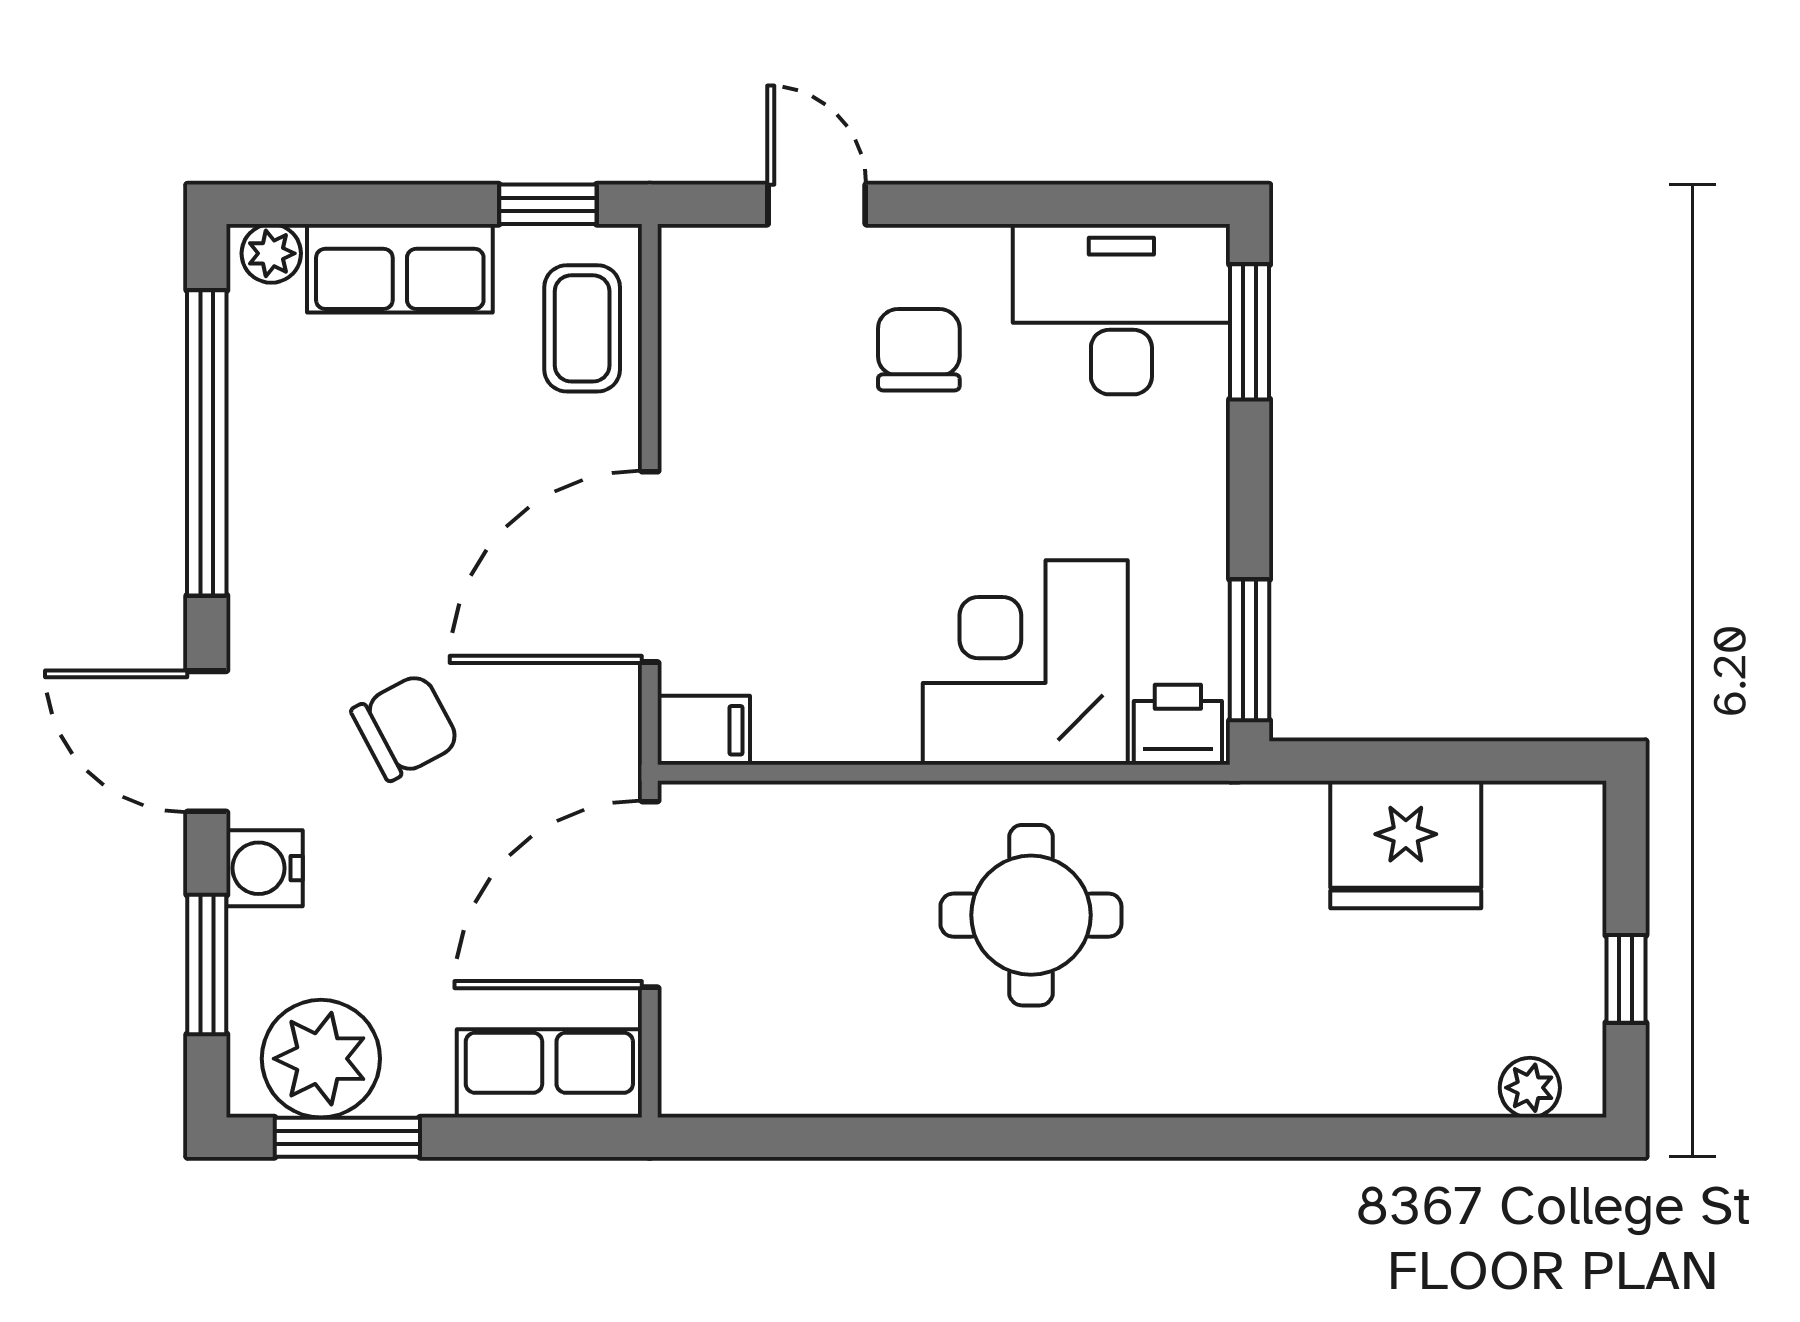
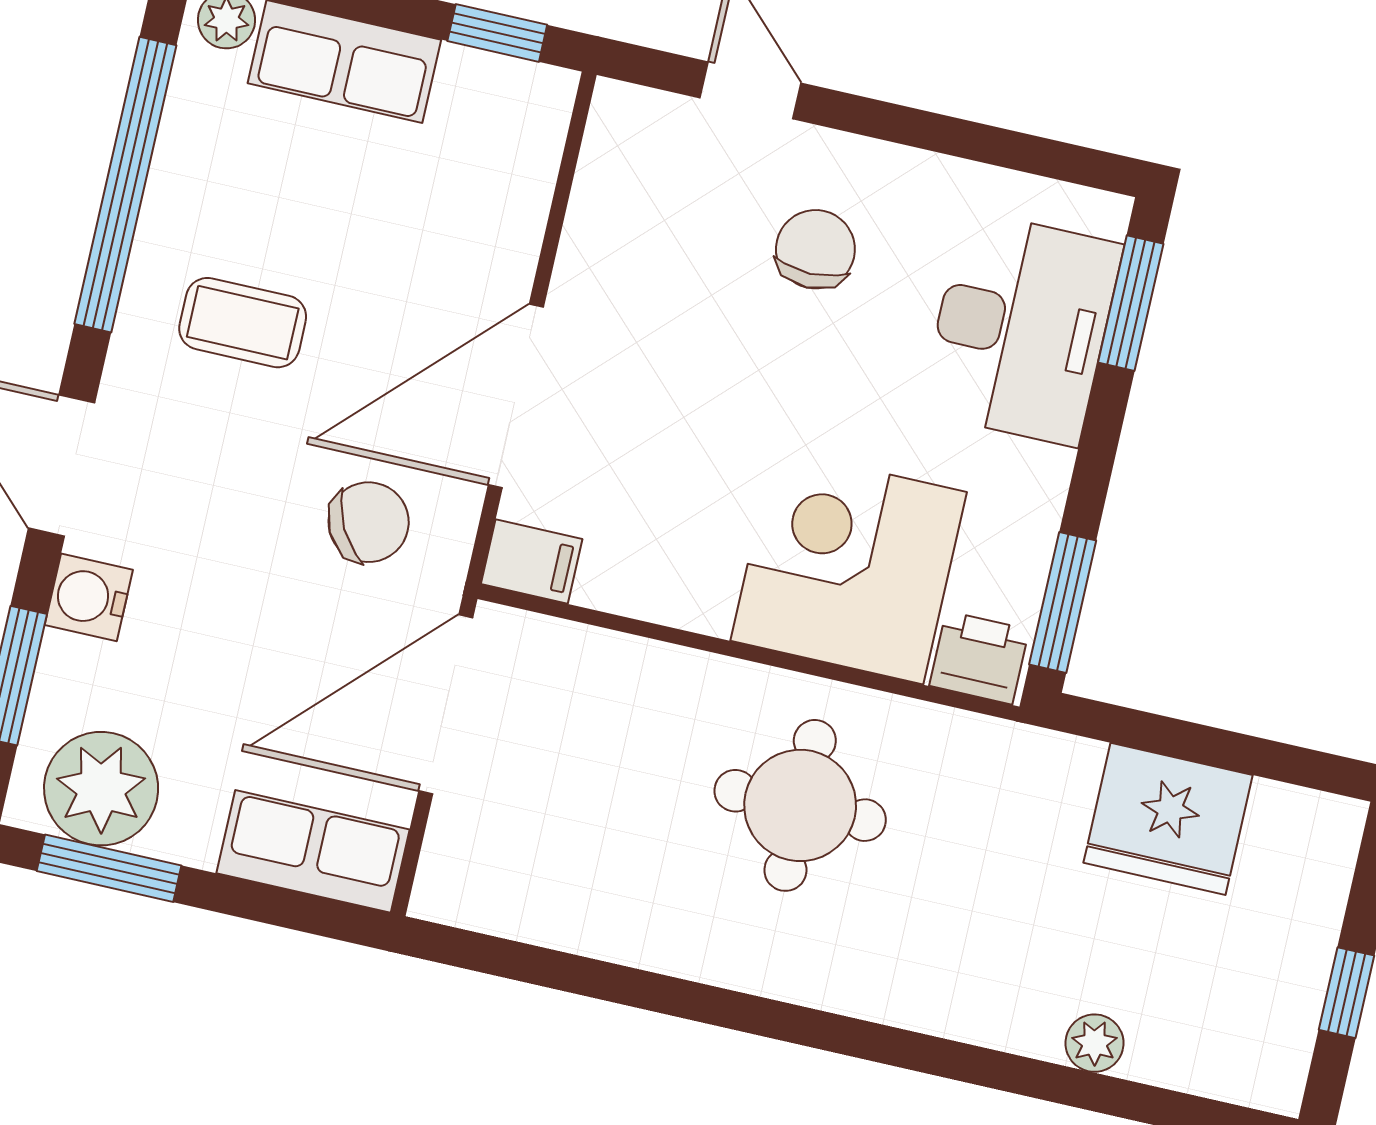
desk: (1121, 309) -> (1021, 328), moved, turned 90
coffee table: (582, 328) -> (243, 323), moved, turned 90
chair: (406, 727) -> (369, 522), moved
plant: (1530, 1088) -> (1094, 1043), moved

